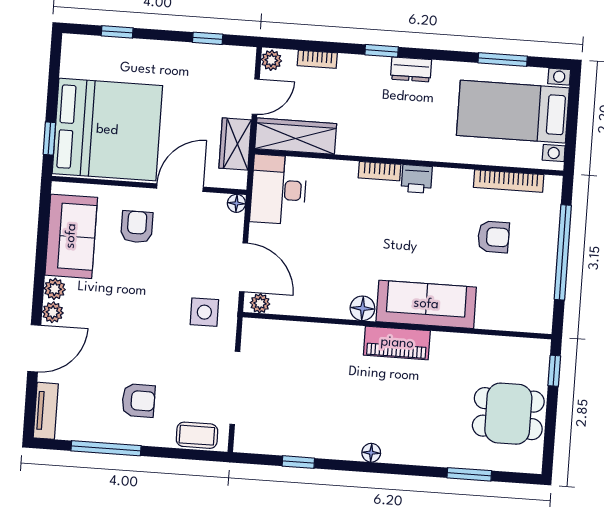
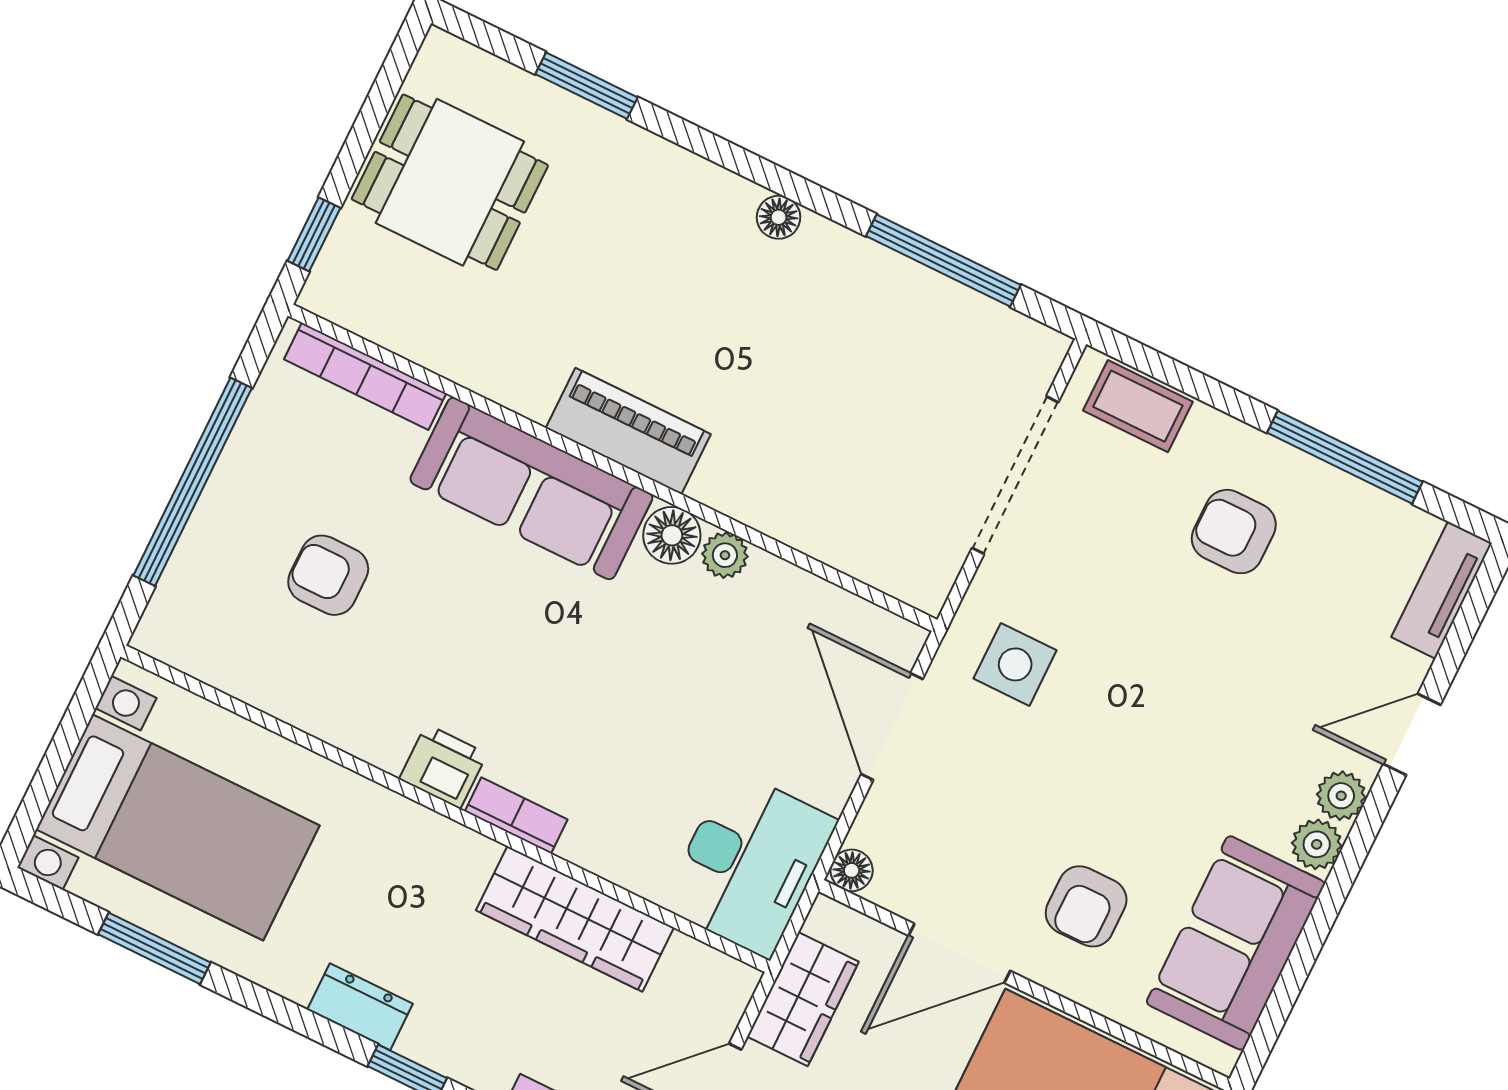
wardrobe: (296, 136) -> (575, 919), moved
bookcase: (509, 181) -> (365, 376), moved, turned 180
plant: (260, 303) -> (725, 555), moved
door: (34, 348) -> (1412, 734), width x0.73
window: (298, 462) -> (943, 261), width x2.17

